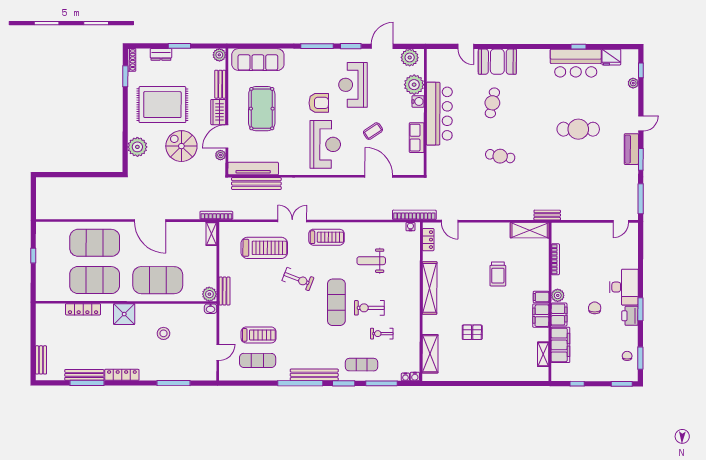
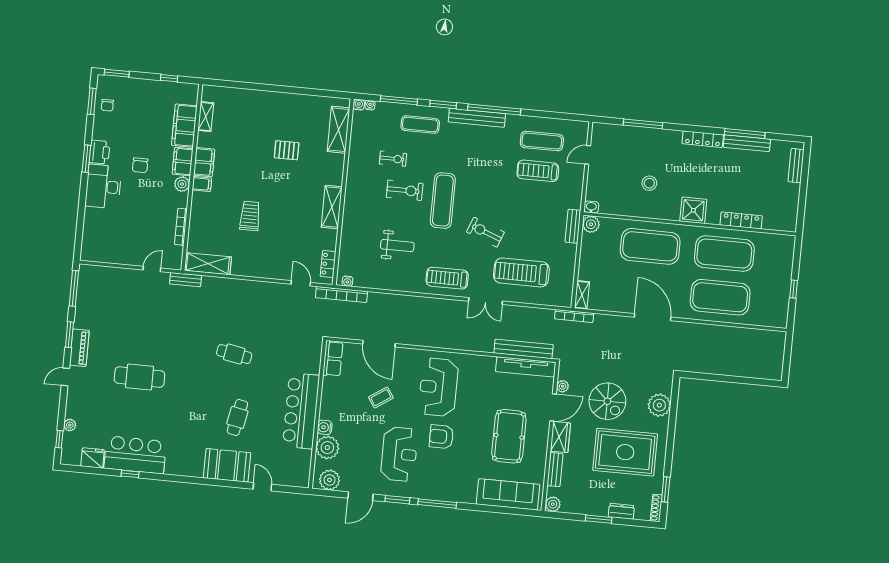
row of seats: (417, 138) -> (333, 359), moved
door: (621, 221) -> (152, 269), moved
shelving: (430, 288) -> (332, 207), width x0.68

